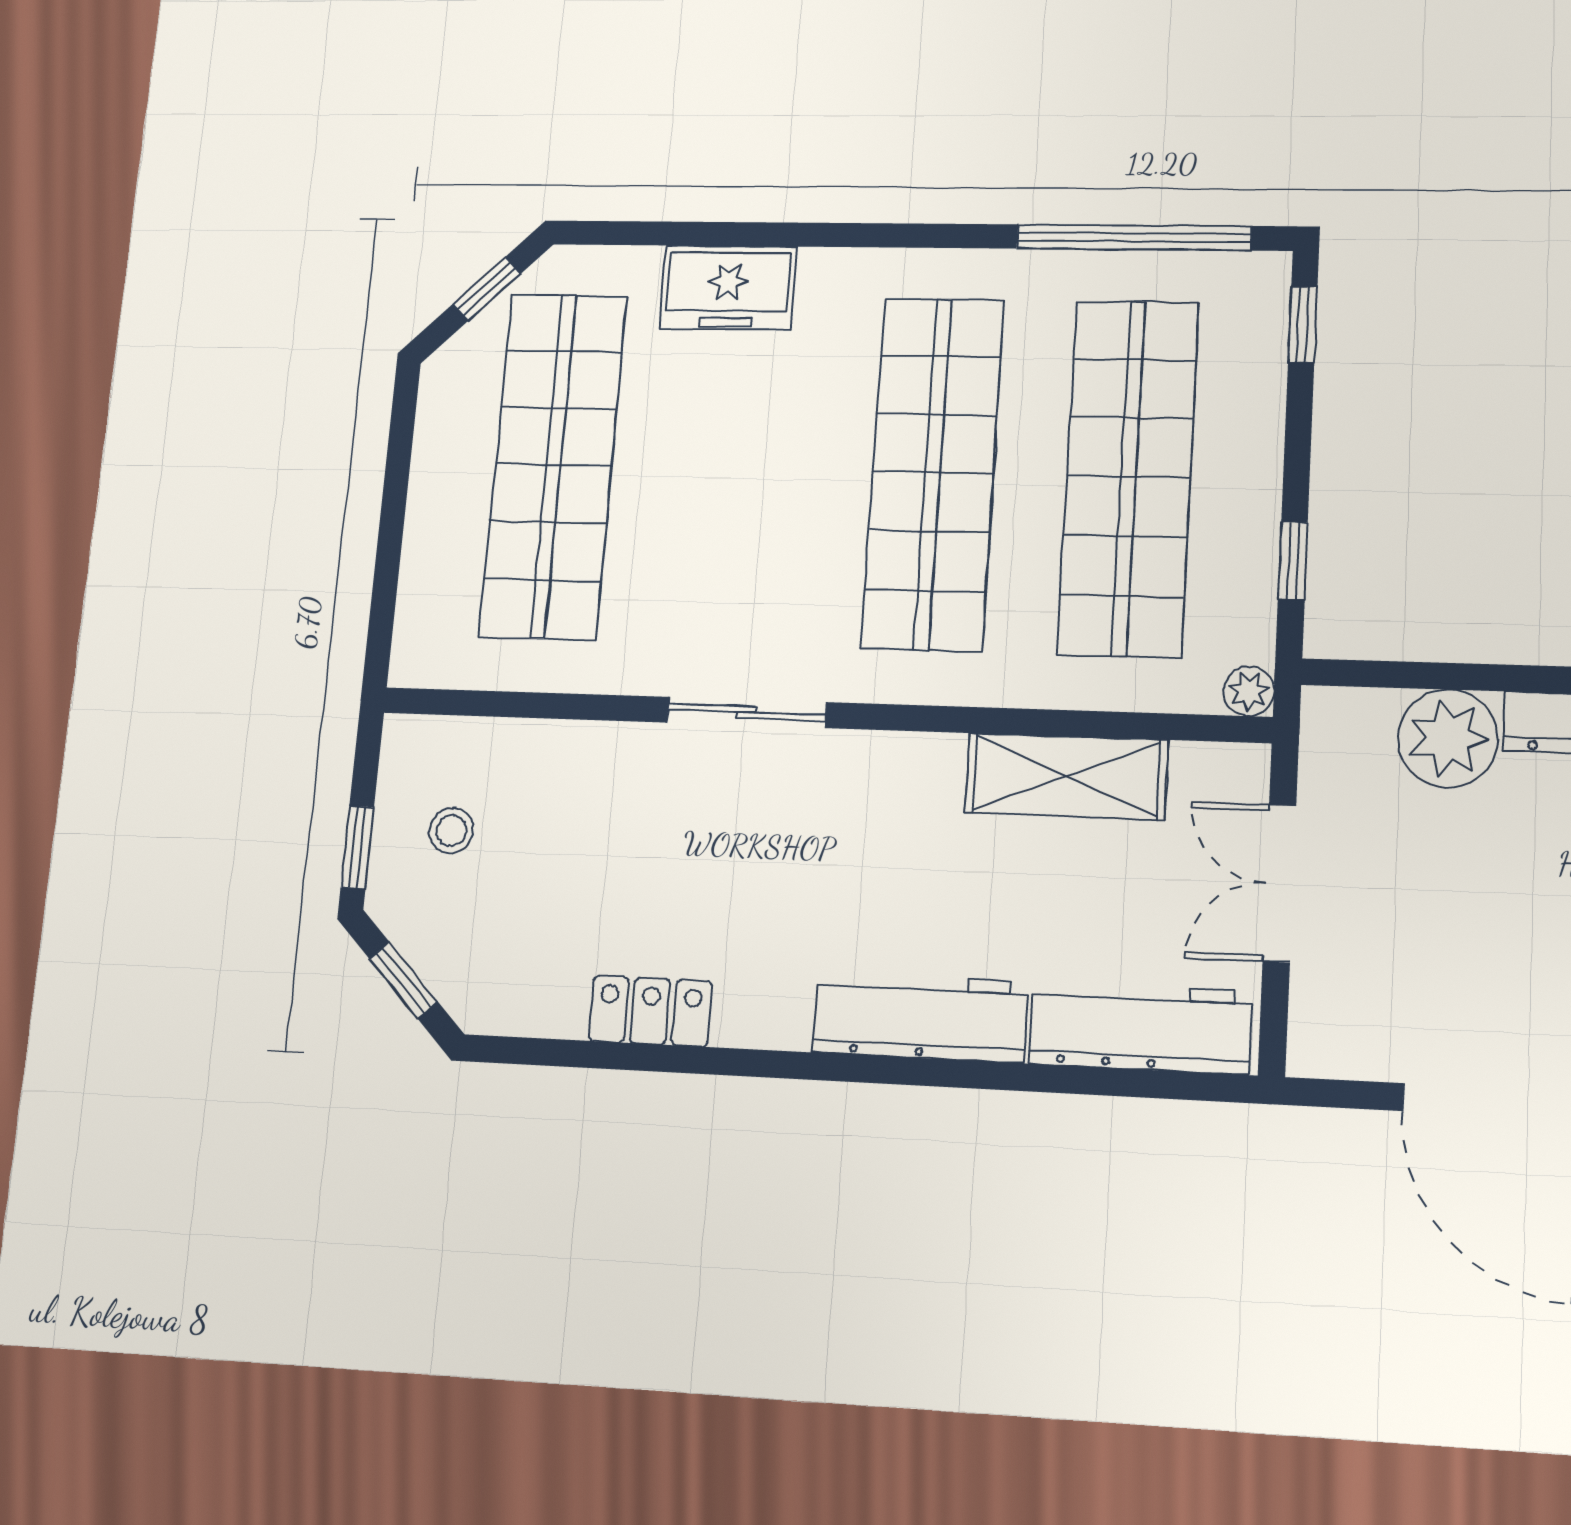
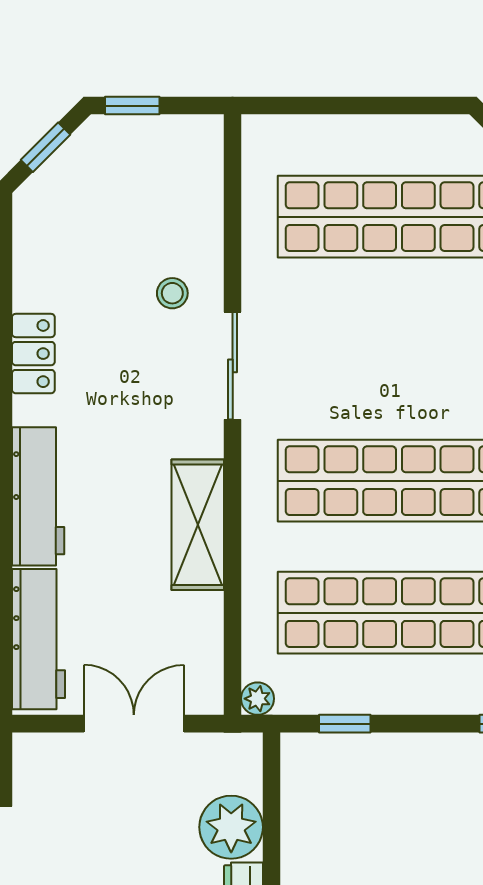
shelving: (1066, 776) -> (198, 525), moved
stool: (451, 831) -> (172, 293), moved
locker: (650, 1011) -> (33, 354), moved

